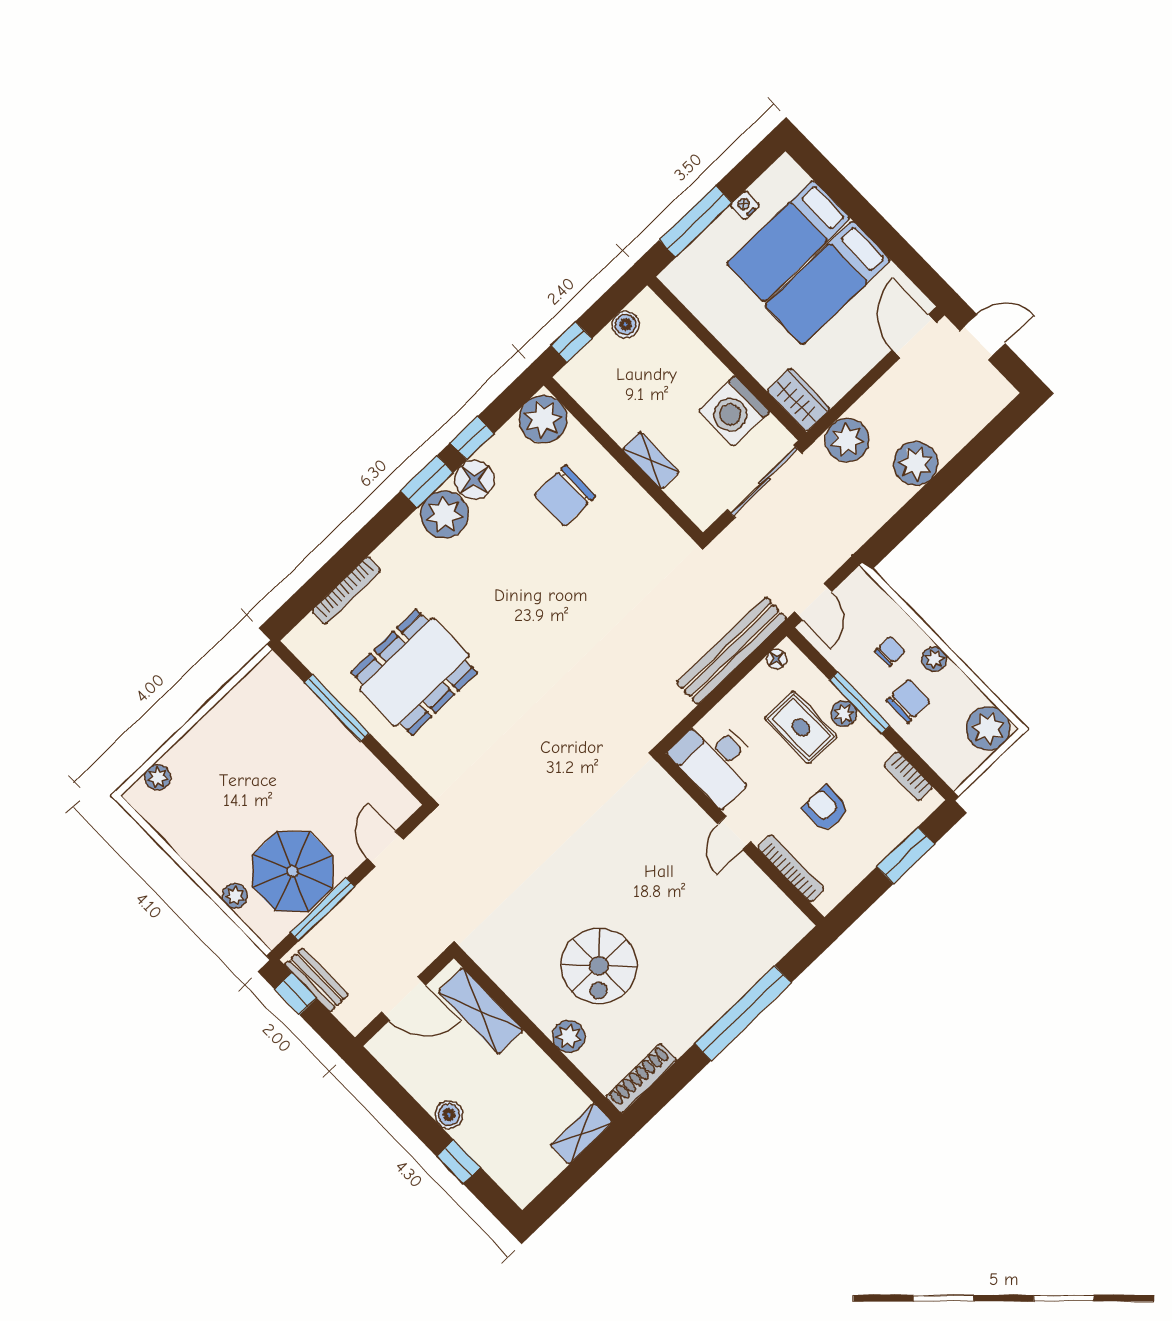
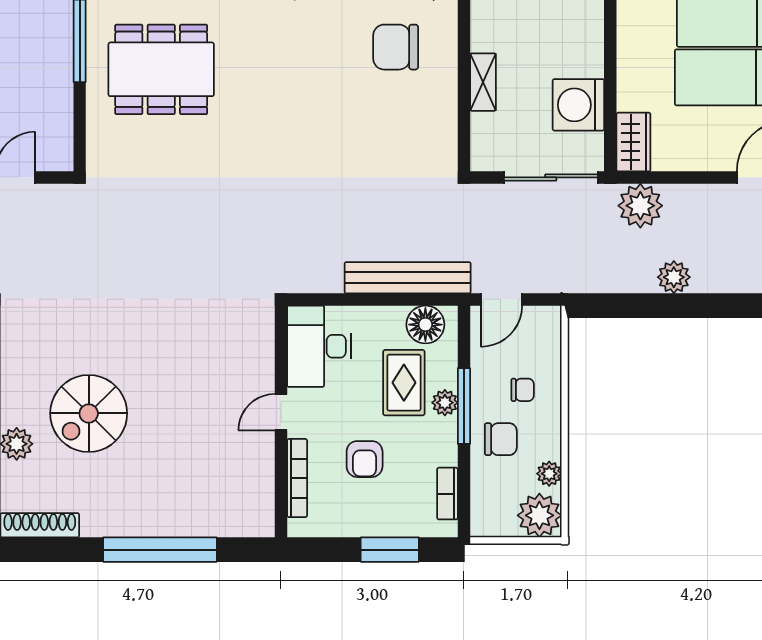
plant: (916, 463) -> (674, 277), width x0.73, depth x0.73
floor lamp: (777, 659) -> (425, 325), width x1.89, depth x1.89
plant: (934, 659) -> (549, 474), moved
armchair: (826, 809) -> (365, 459), turned 180

